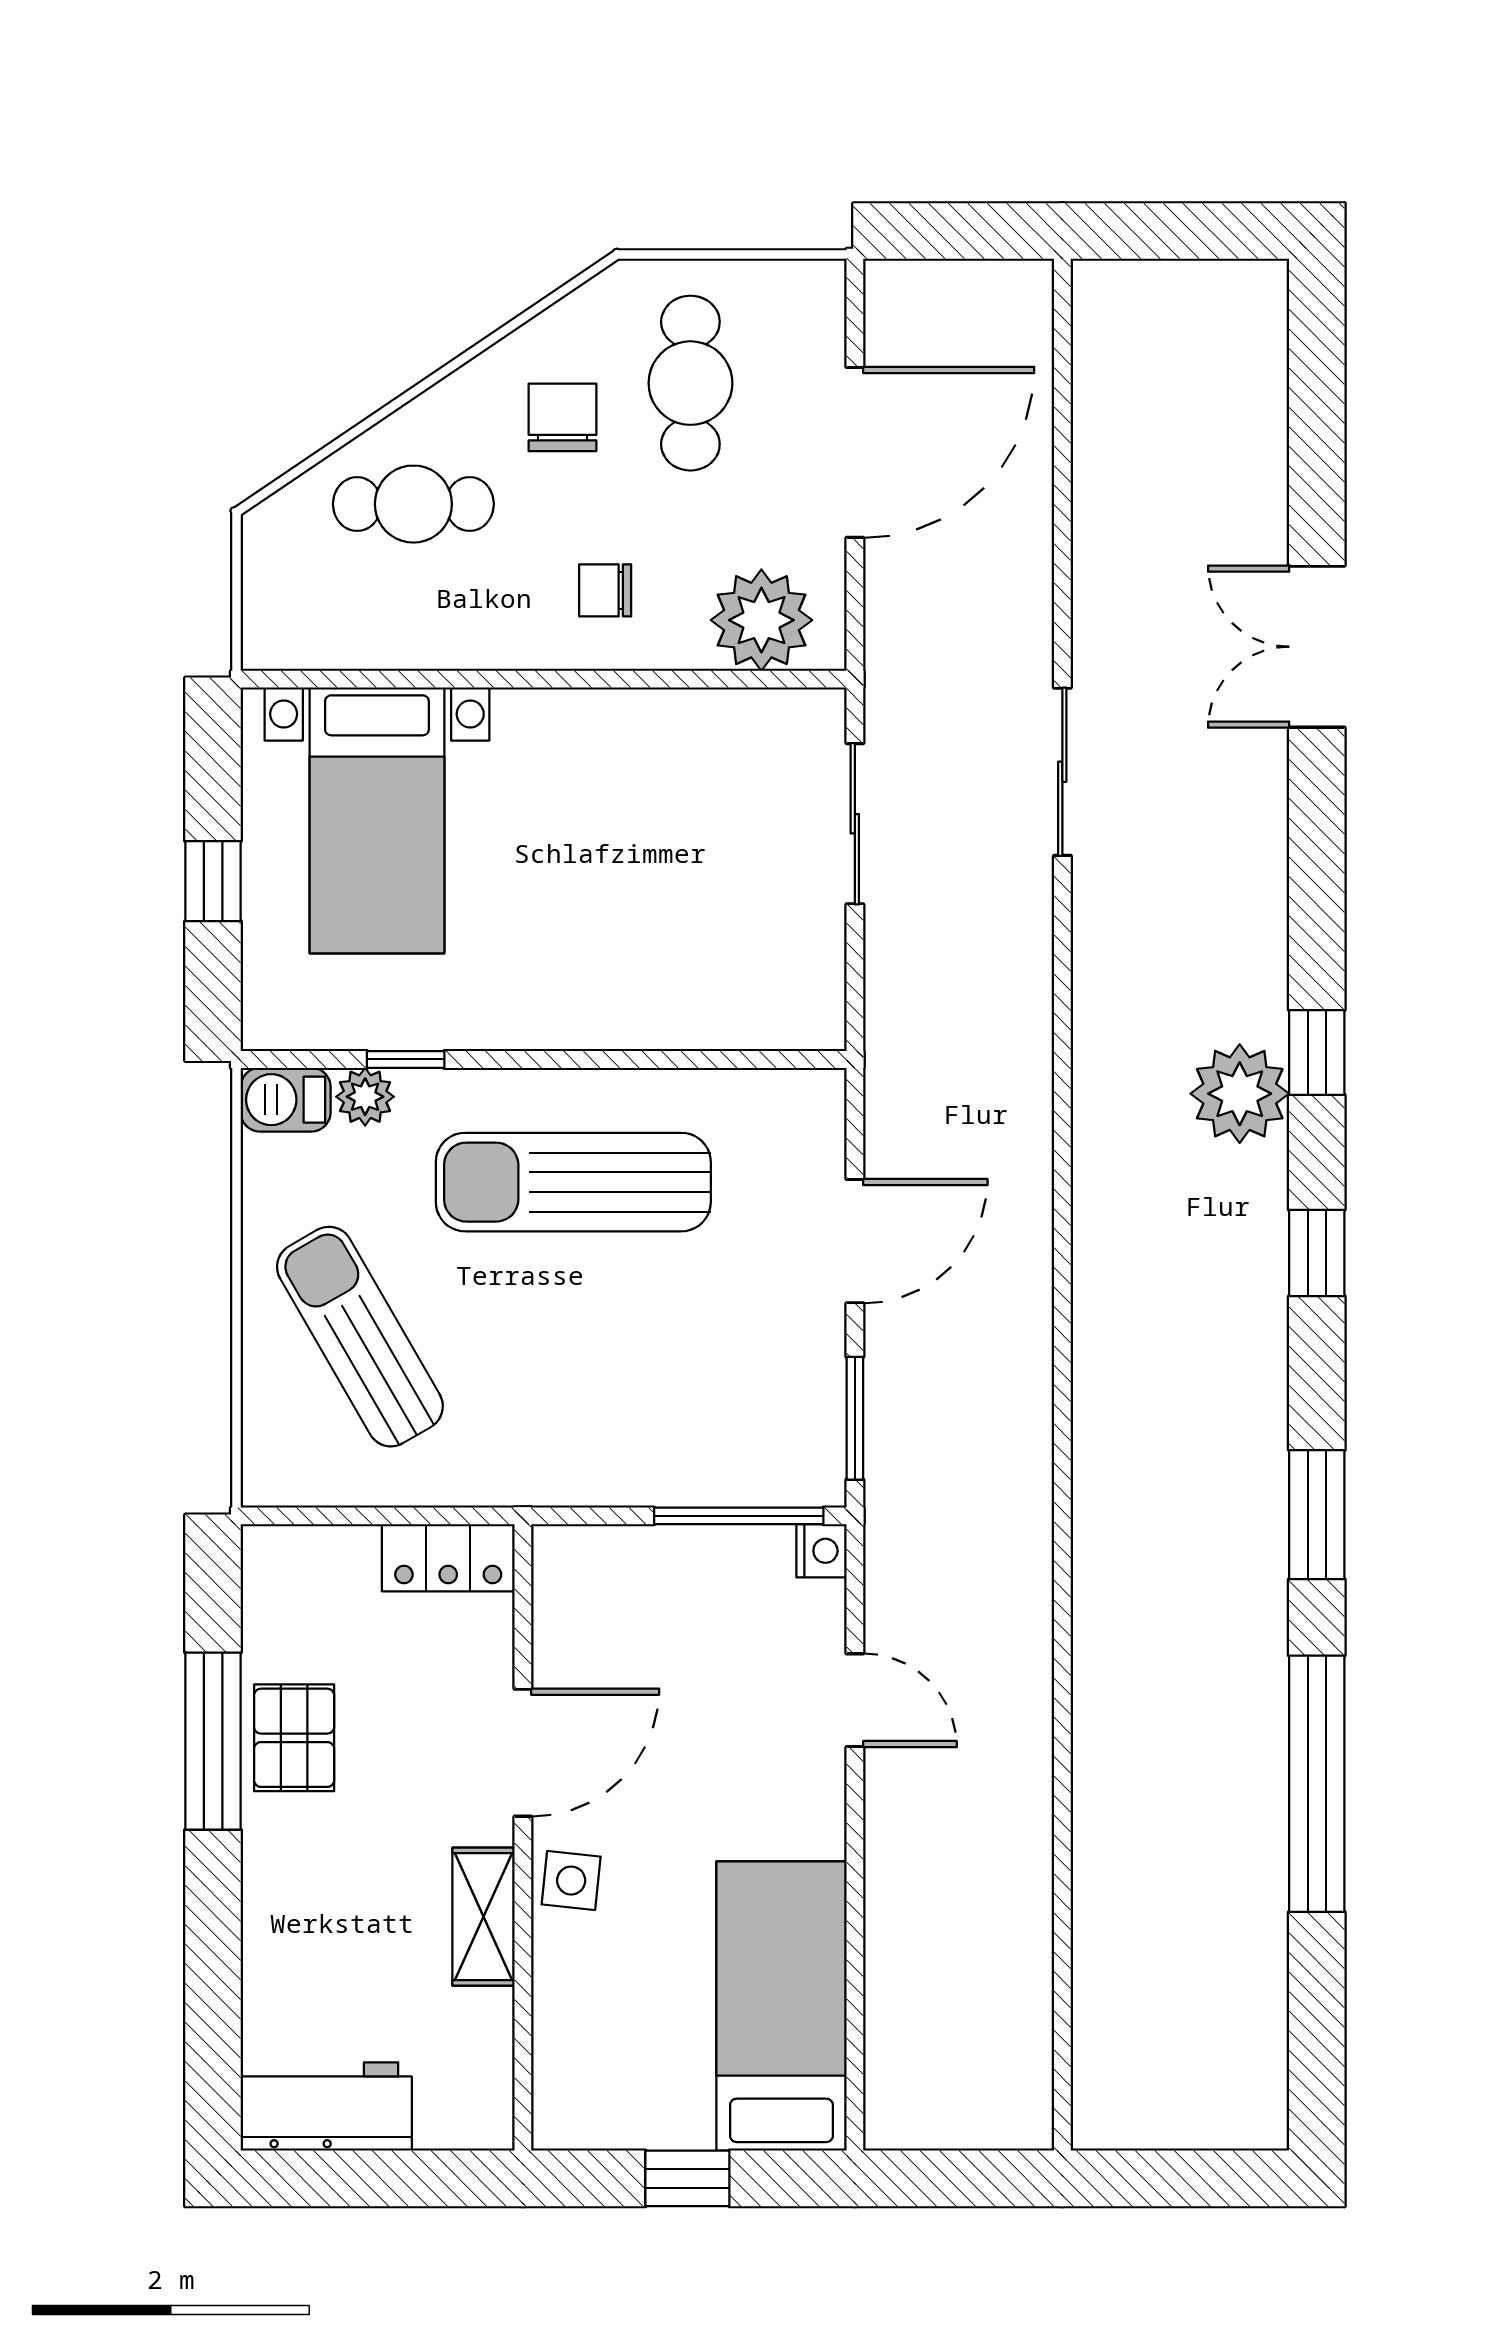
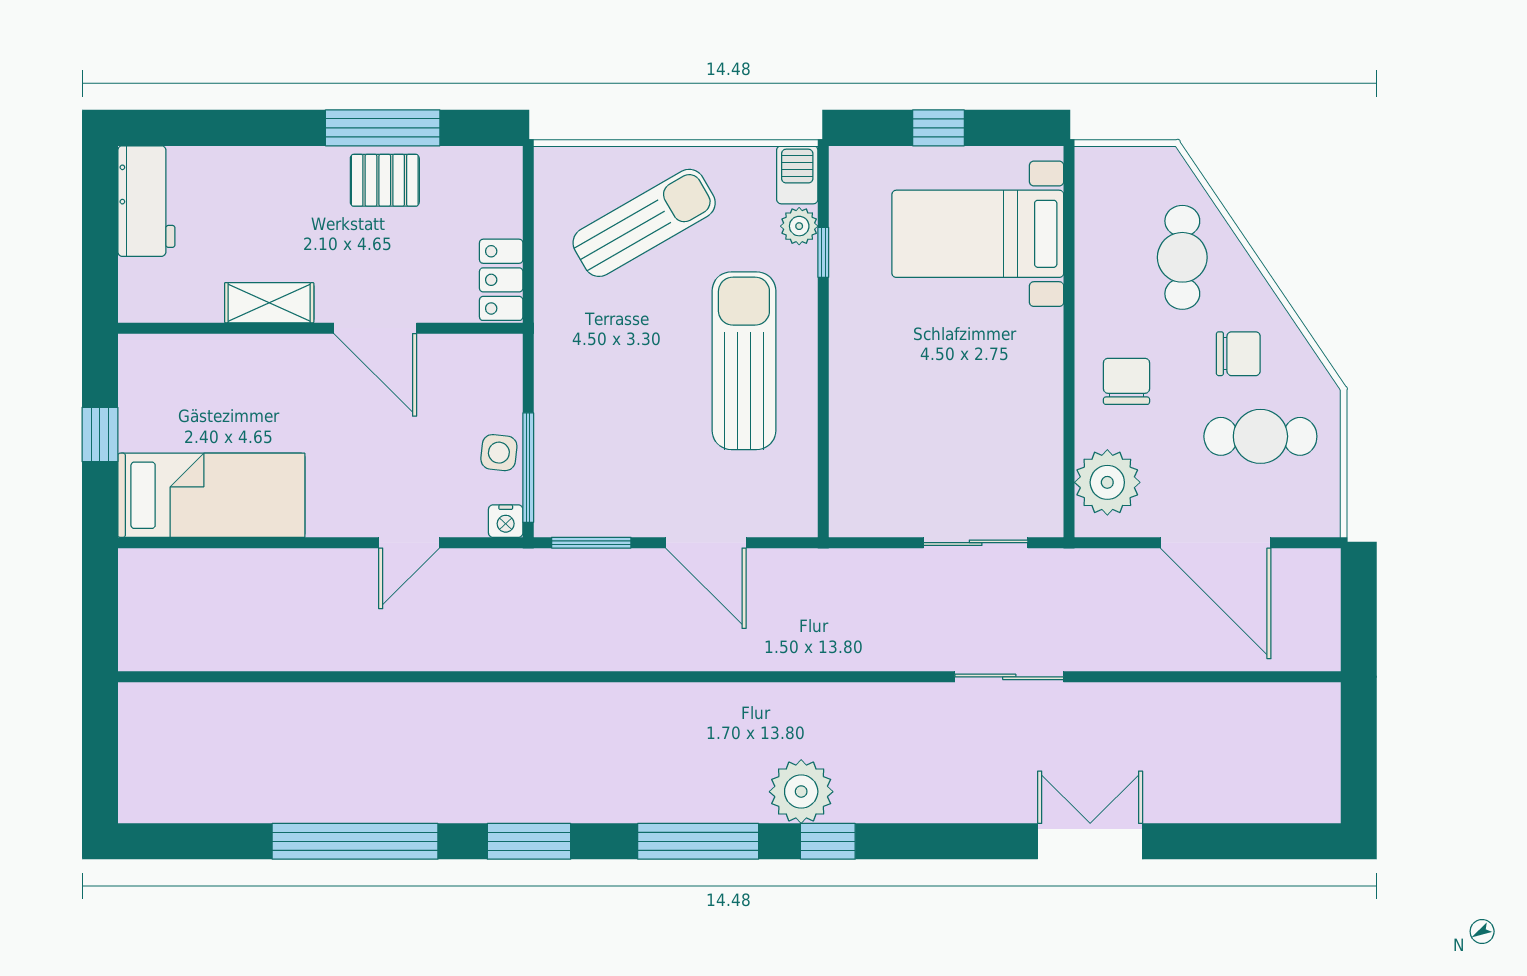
chair: (605, 590) -> (1126, 381), width x1.37, depth x1.37
window: (1317, 1253) -> (698, 841), width x2.17
side table: (571, 1881) -> (499, 453), moved

